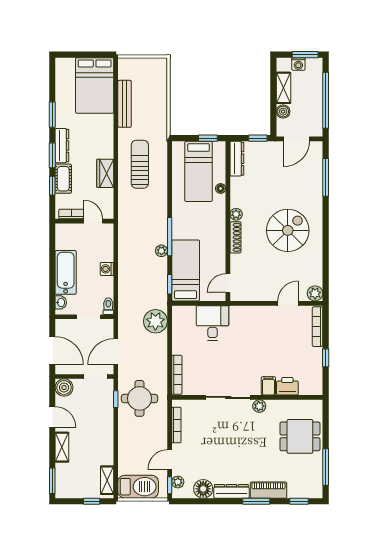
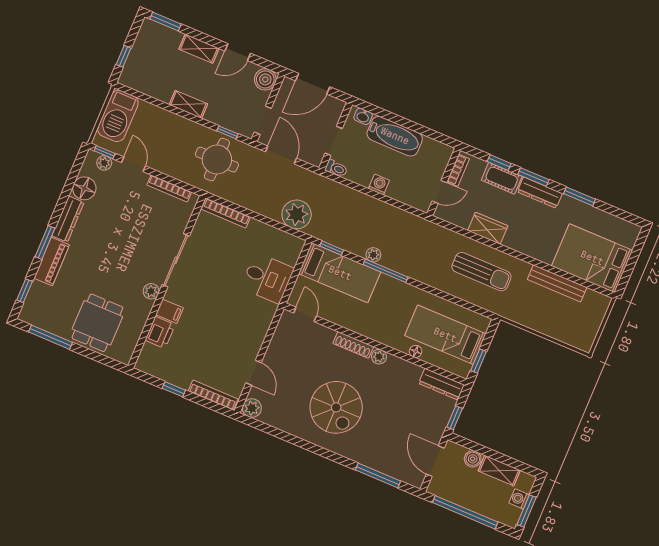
shelving: (107, 480) -> (188, 104), moved

